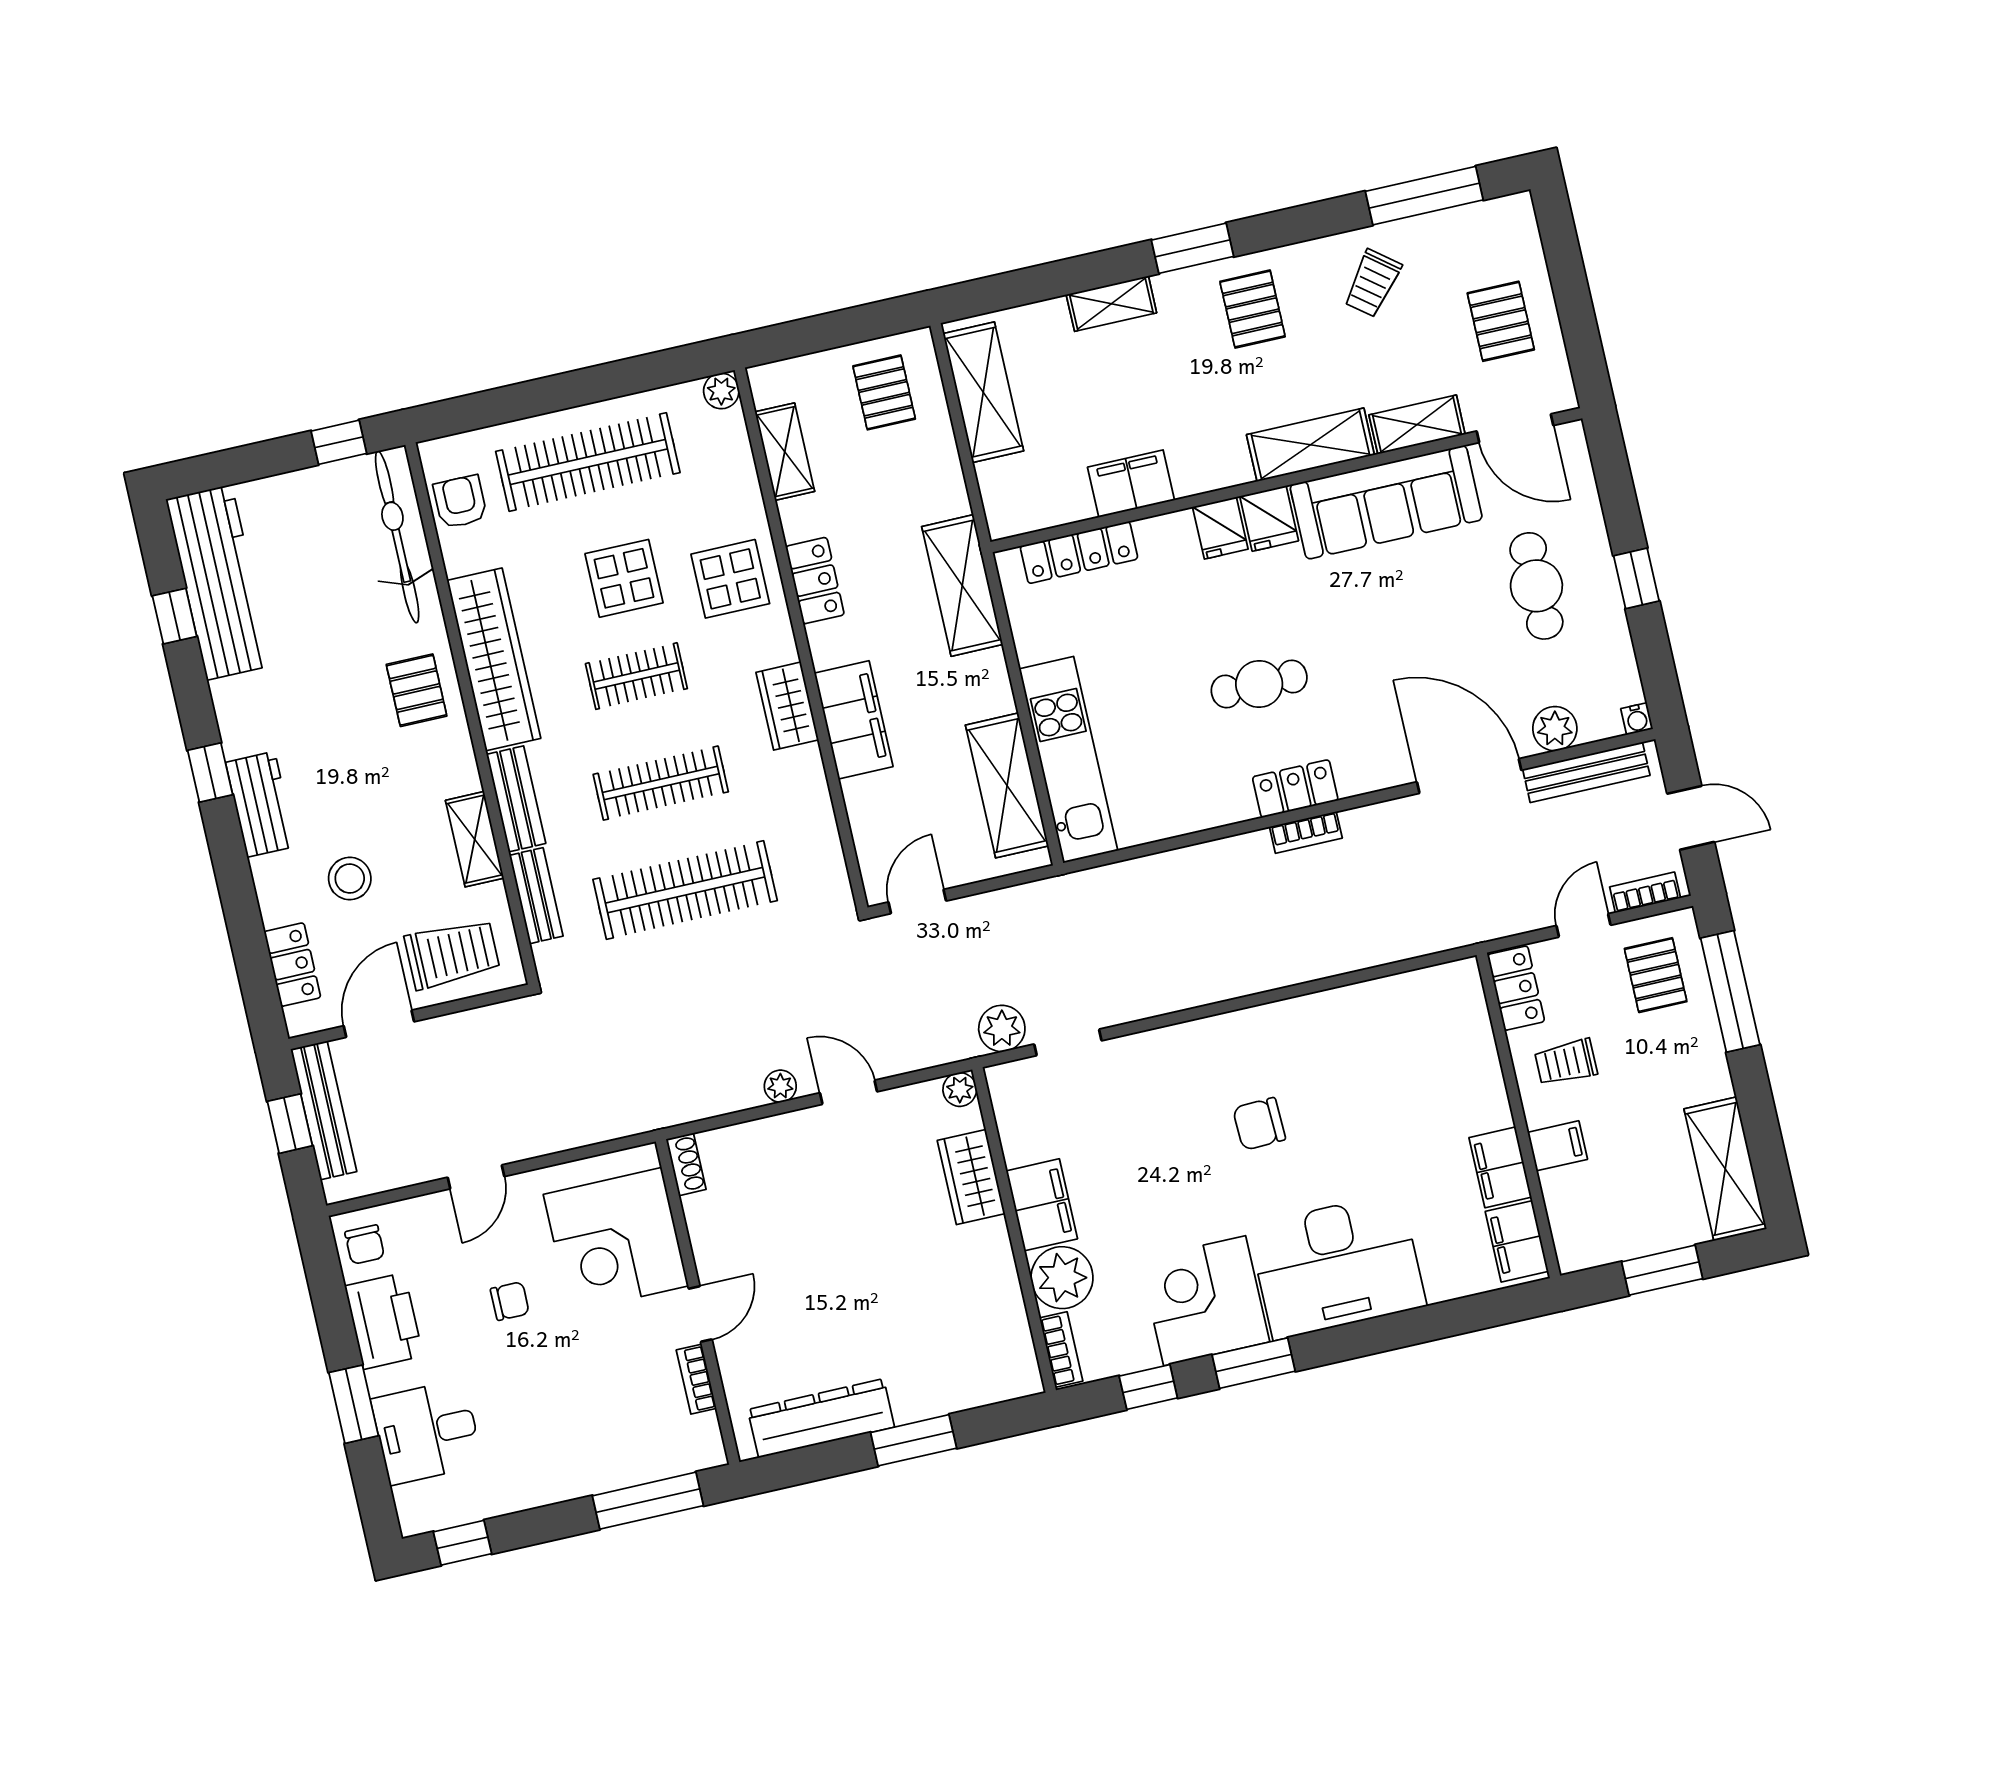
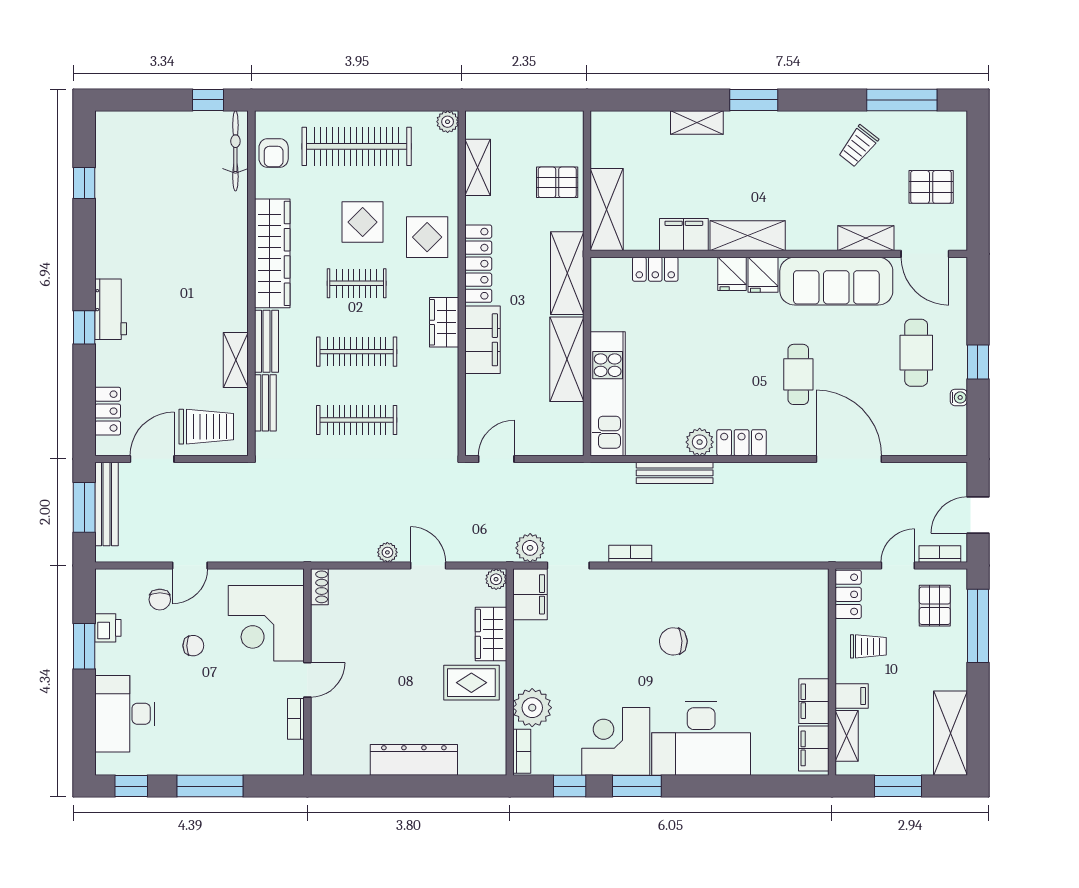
pallet: (1253, 309) -> (782, 145), removed
pallet: (1501, 321) -> (931, 187), turned 90
pallet: (884, 392) -> (557, 182), moved, turned 90
shelving: (983, 392) -> (607, 210), moved
shelving: (1310, 445) -> (748, 236), moved
armchair: (460, 502) -> (274, 153), turned 180
bicycle: (397, 537) -> (235, 151), width x0.73, depth x0.71
locker: (1079, 552) -> (655, 269), width x0.66
locker: (815, 581) -> (478, 264), width x1.53
workbench: (219, 582) -> (116, 169), removed
cafe table: (1259, 684) -> (798, 374), moved, turned 90
pallet: (417, 690) -> (221, 261), removed
water cooler: (1637, 719) -> (959, 397), moved, turned -90
plant: (1555, 729) -> (700, 442), moved
window: (210, 772) -> (84, 327), moved
bench: (1586, 772) -> (675, 473), moved
shelving: (1007, 785) -> (567, 359), moved
door: (1691, 818) -> (978, 515), swing flipped
bookcase: (1306, 832) -> (630, 554), moved, turned 180
stool: (350, 879) -> (154, 367), removed
clothes rail: (685, 890) -> (357, 420), width x0.73, depth x0.76
trolley: (1566, 1062) -> (868, 646), turned 180
window: (290, 1124) -> (84, 507), width x1.50
filing cabinet: (1042, 1205) -> (530, 594), moved
shelving: (1564, 1210) -> (847, 736), added
chair: (365, 1245) -> (160, 600), moved
rug: (958, 1260) -> (471, 683), added
printer: (384, 1321) -> (108, 628), width x0.53, depth x0.68
window: (354, 1404) -> (84, 646), moved
dresser: (821, 1418) -> (414, 760), moved
desk: (427, 1432) -> (125, 714), width x1.37
window: (914, 1440) -> (420, 786), removed
window: (648, 1501) -> (210, 786), moved

